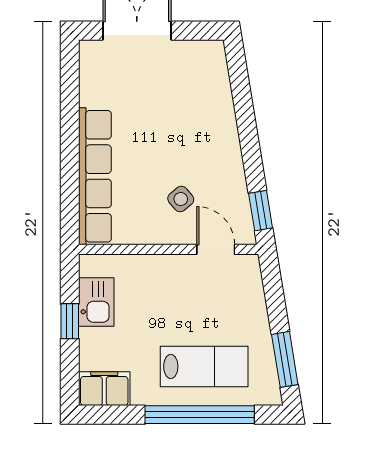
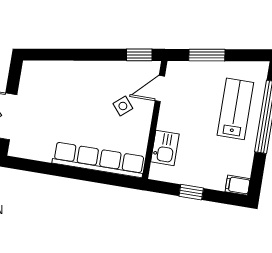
kitchen sink: (96, 302) -> (165, 148), moved, turned 90
window: (285, 359) -> (207, 55), moved
filing cabinet: (104, 389) -> (238, 185), width x0.50

